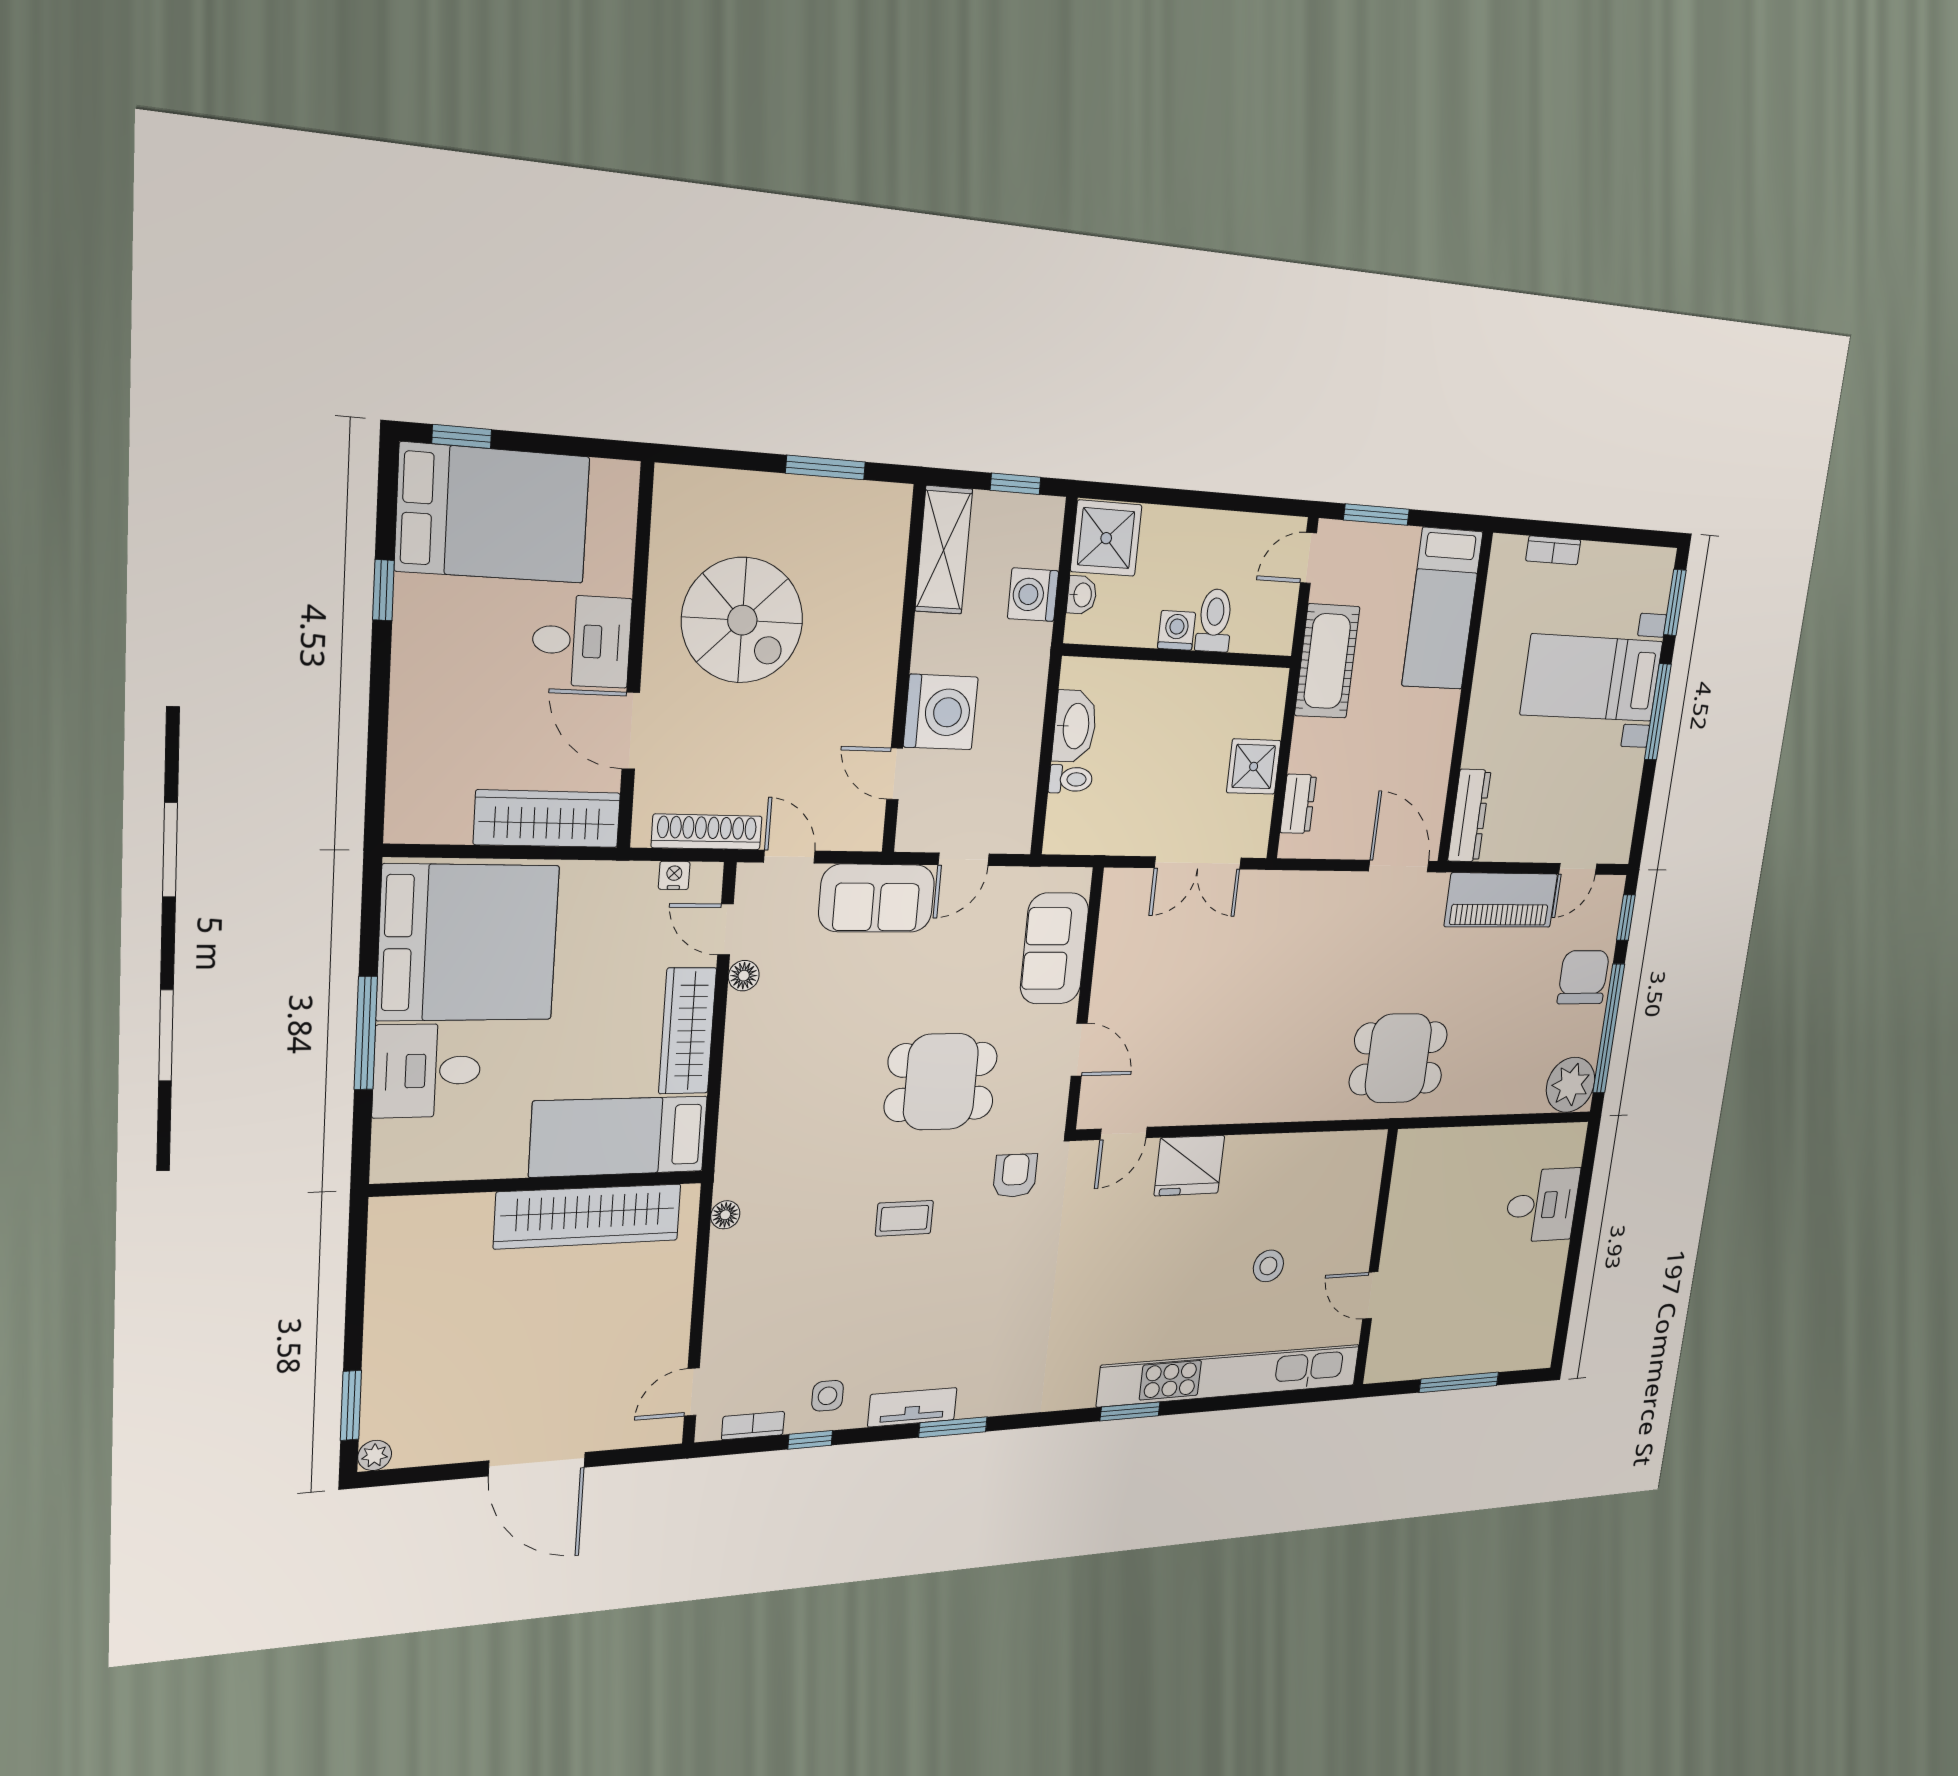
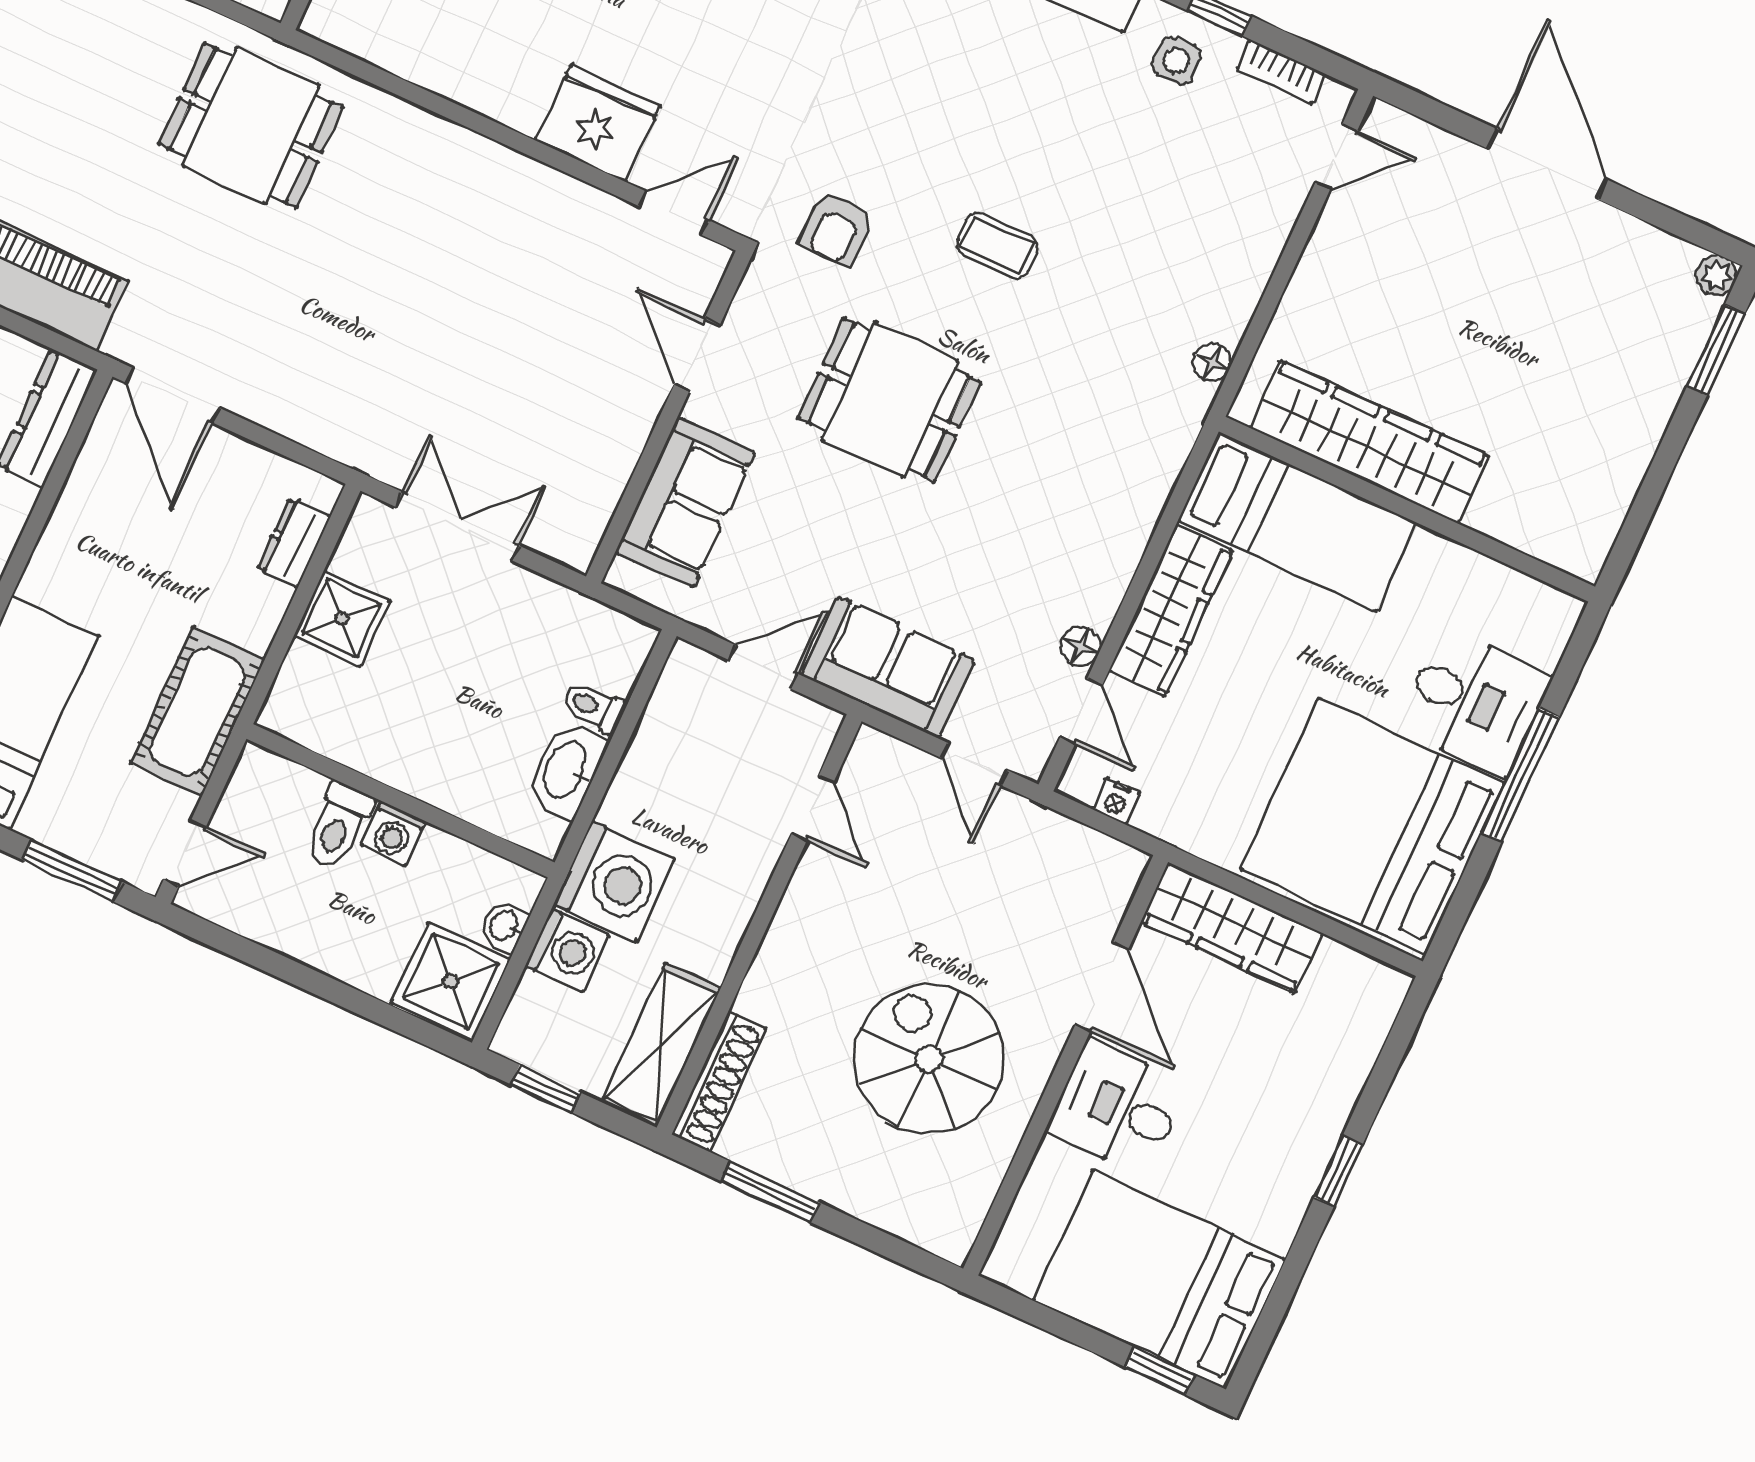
window: (383, 590) -> (1338, 1171), moved
washing machine: (941, 712) -> (614, 882), moved, turned 180
shoe rack: (707, 832) -> (719, 1082), moved, turned -90

